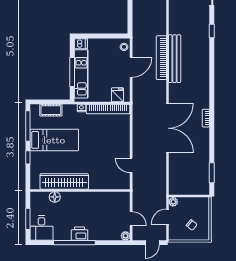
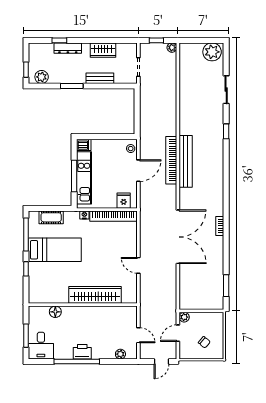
door: (131, 165) -> (138, 265), moved
wardrobe: (64, 181) -> (95, 295), moved
plant: (125, 236) -> (120, 354), moved

